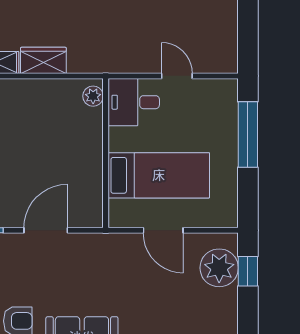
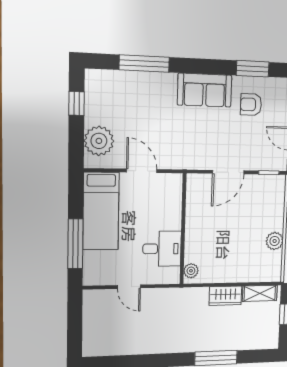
desk: (134, 102) -> (162, 249), moved
bed: (159, 175) -> (101, 211), moved, turned -90
window: (248, 271) -> (77, 103), moved

